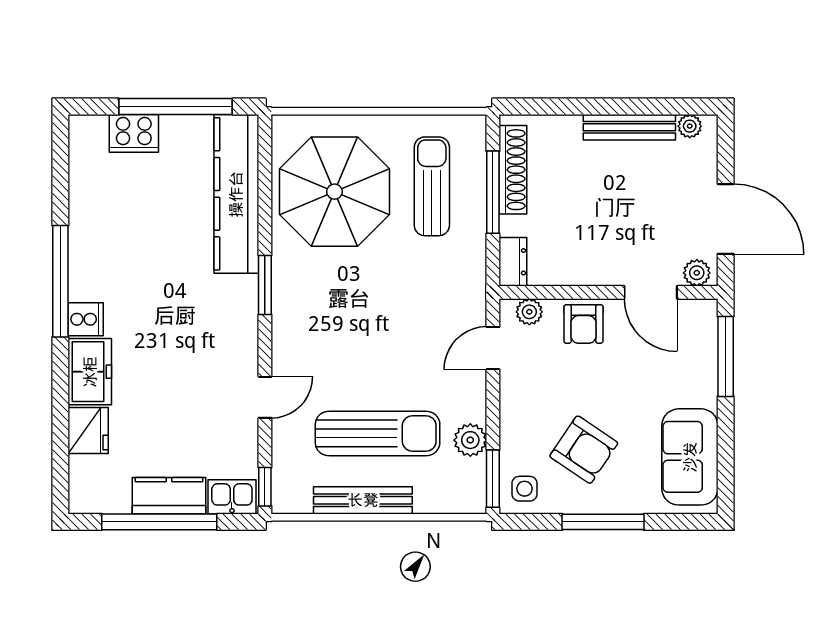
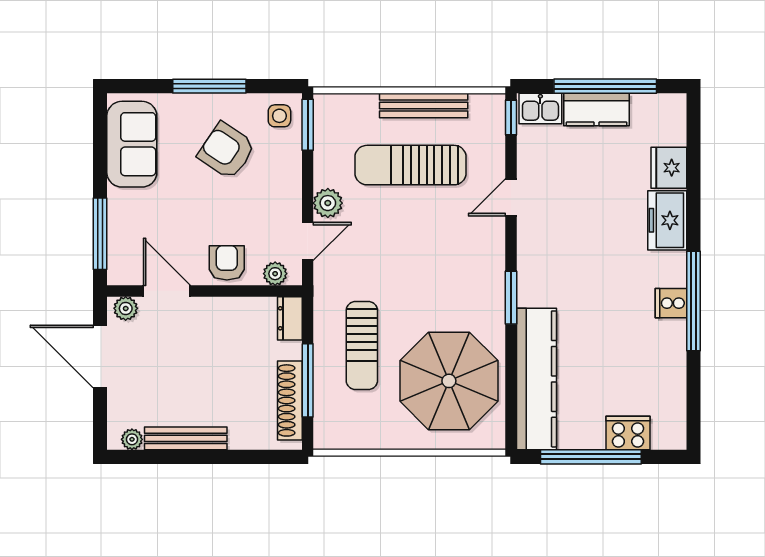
sun lounger: (432, 186) -> (362, 346), moved
cooker: (86, 319) -> (671, 303), moved
plant: (470, 440) -> (328, 203), moved

